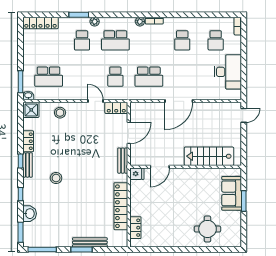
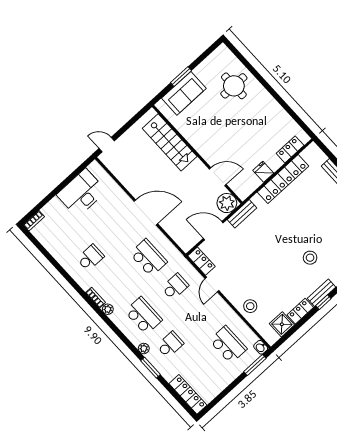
school desk: (216, 40) -> (64, 229), removed
shower: (31, 110) -> (282, 324), moved
plant: (138, 157) -> (227, 203), added
fridge: (137, 174) -> (263, 172), moved

